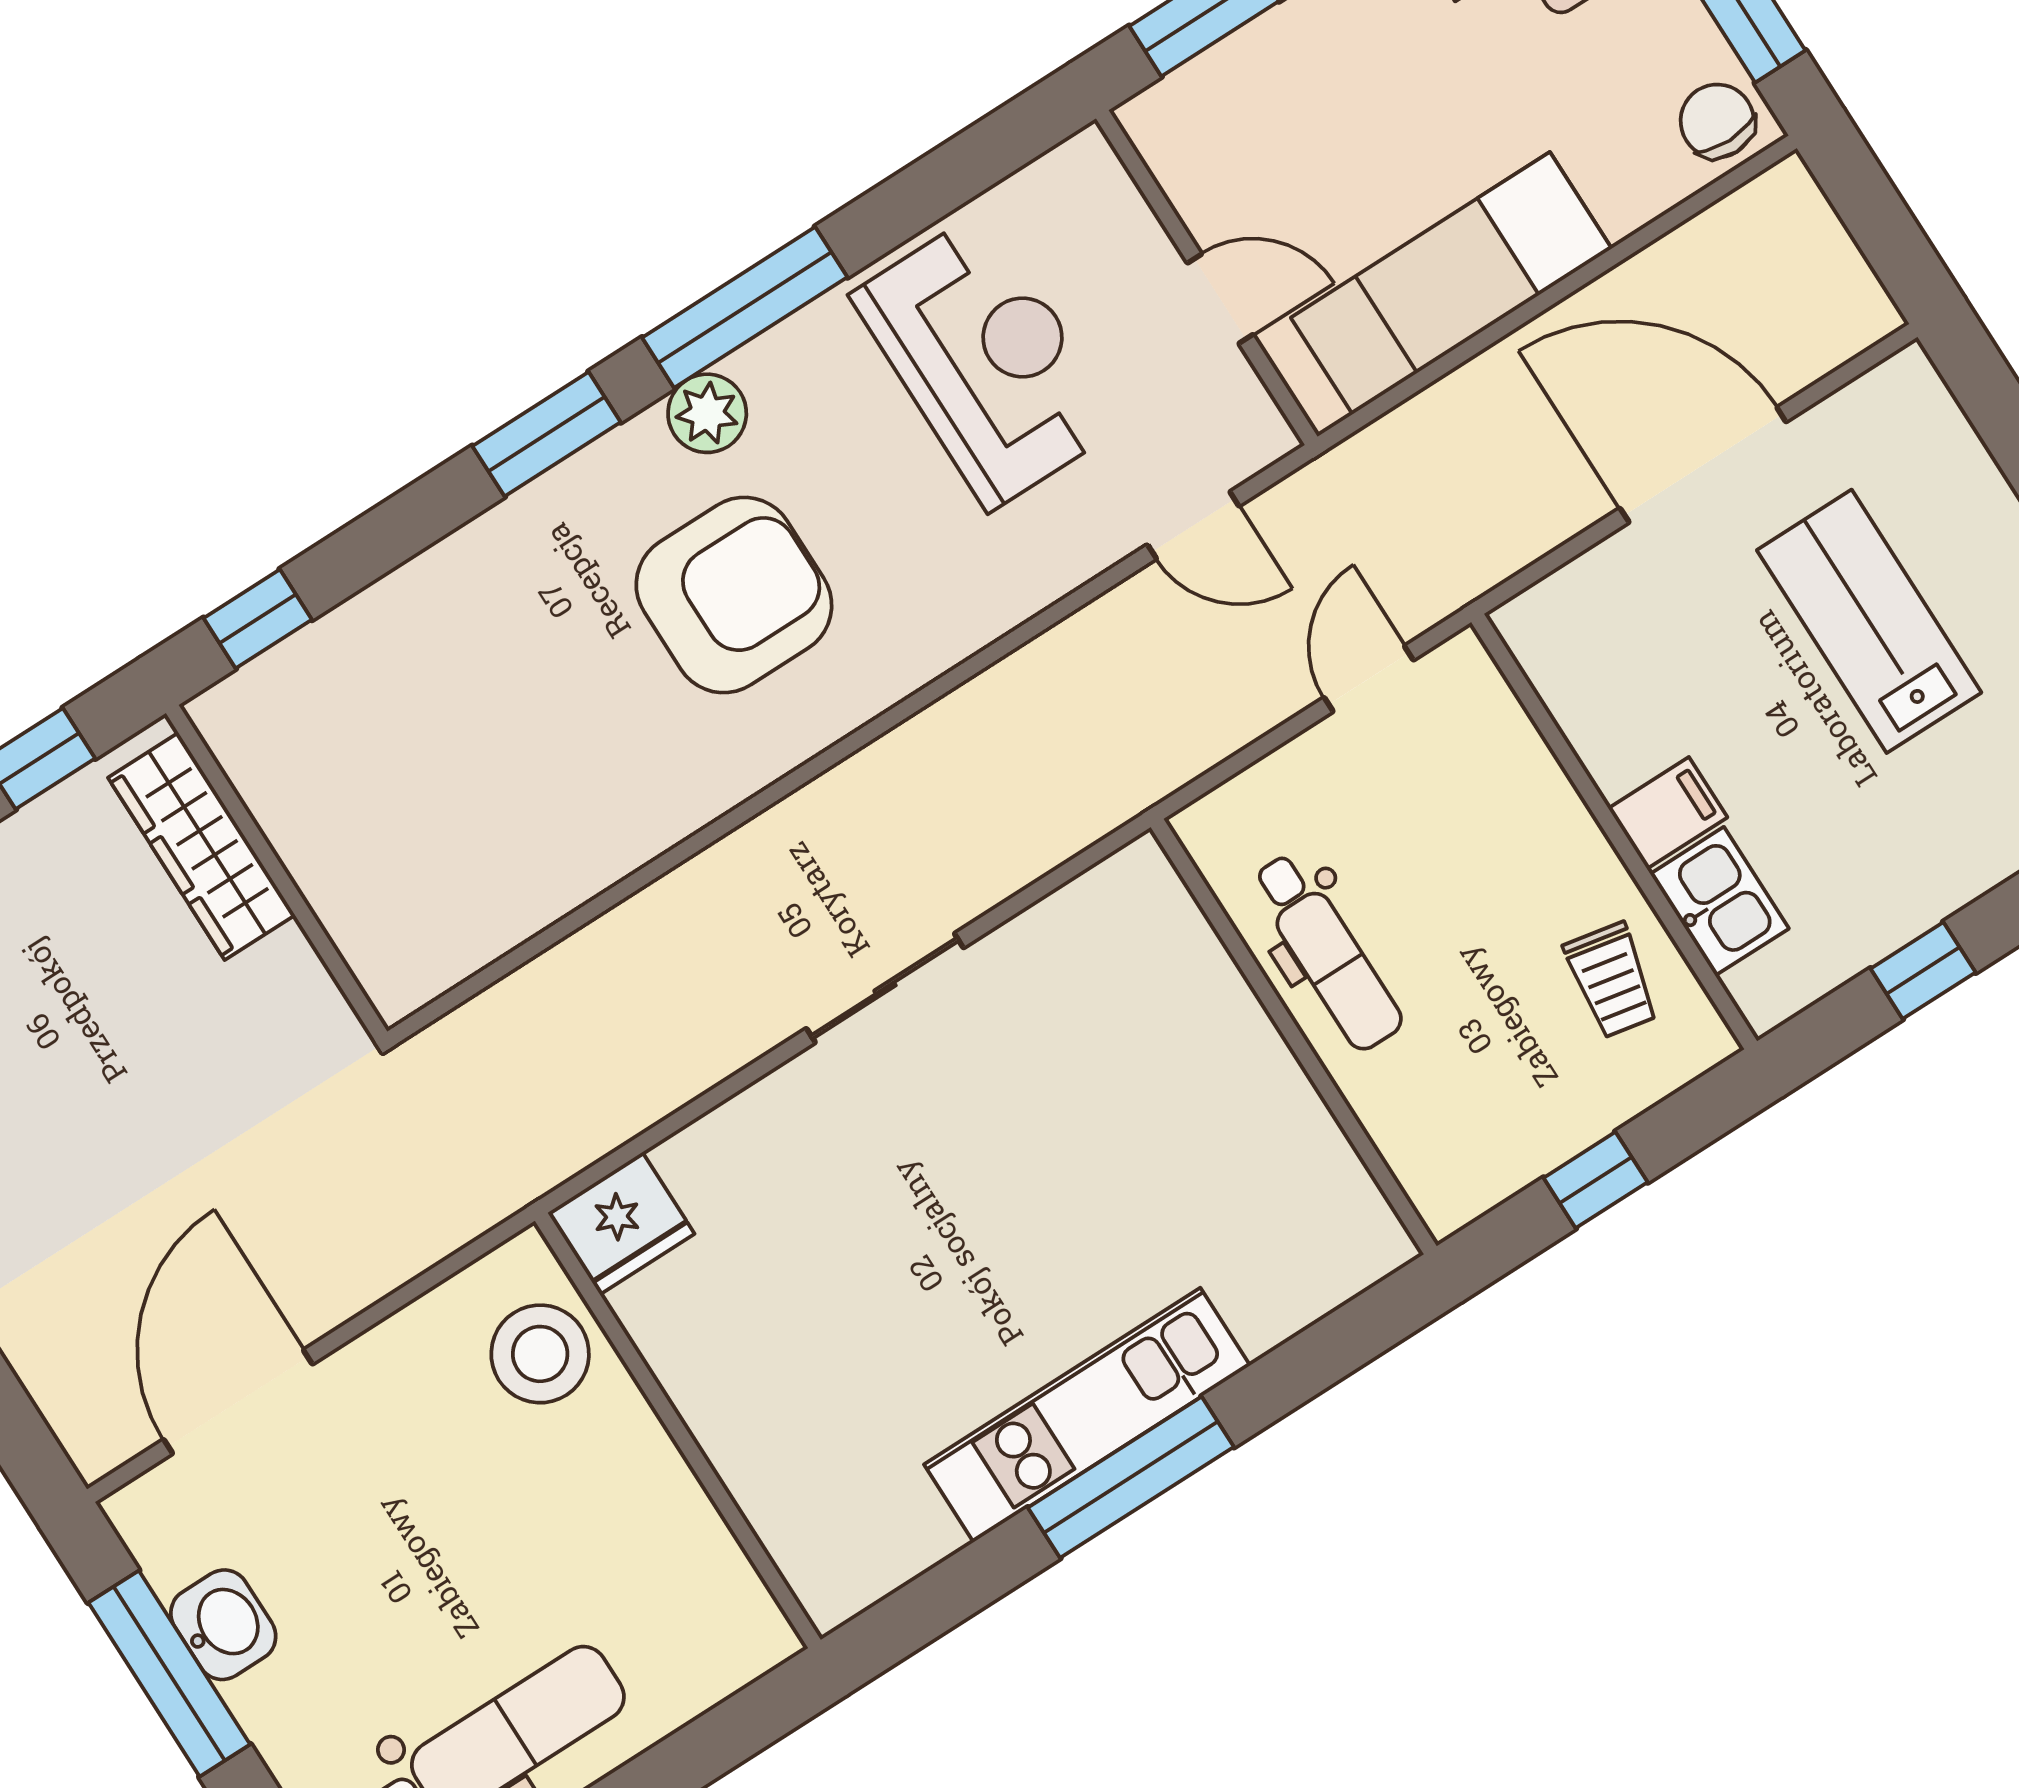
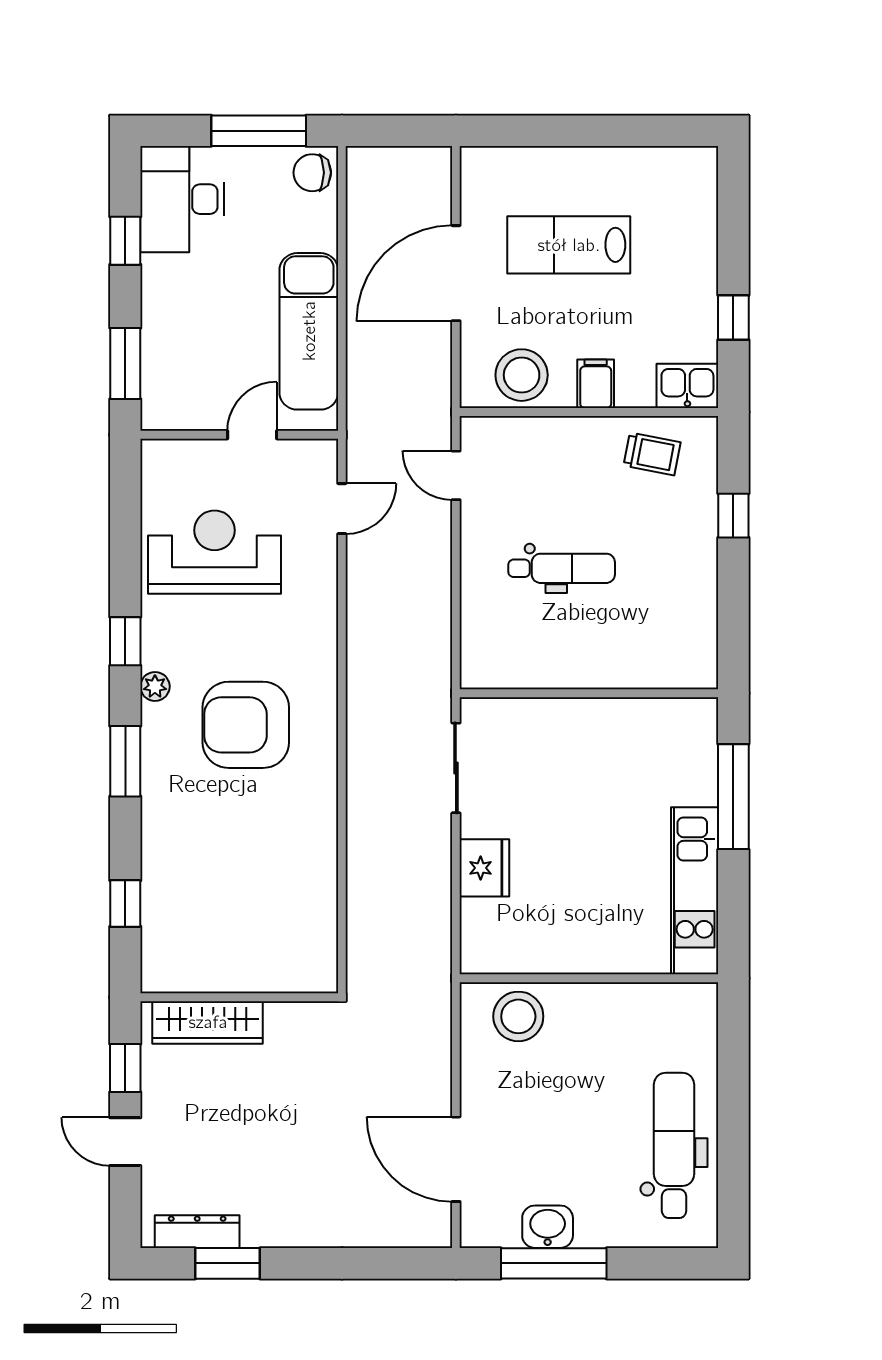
window: (745, 307) -> (125, 641), width x0.46
plant: (707, 413) -> (155, 686), width x0.73, depth x0.73
armchair: (734, 595) -> (246, 725), turned -90
window: (258, 619) -> (125, 903), moved
stool: (1604, 681) -> (522, 375), added
kitchen sink: (1720, 901) -> (687, 386), moved
wall: (1294, 1037) -> (589, 693), moved
fridge: (621, 1223) -> (484, 868), moved
kitchen unit: (1087, 1415) -> (695, 891), moved

